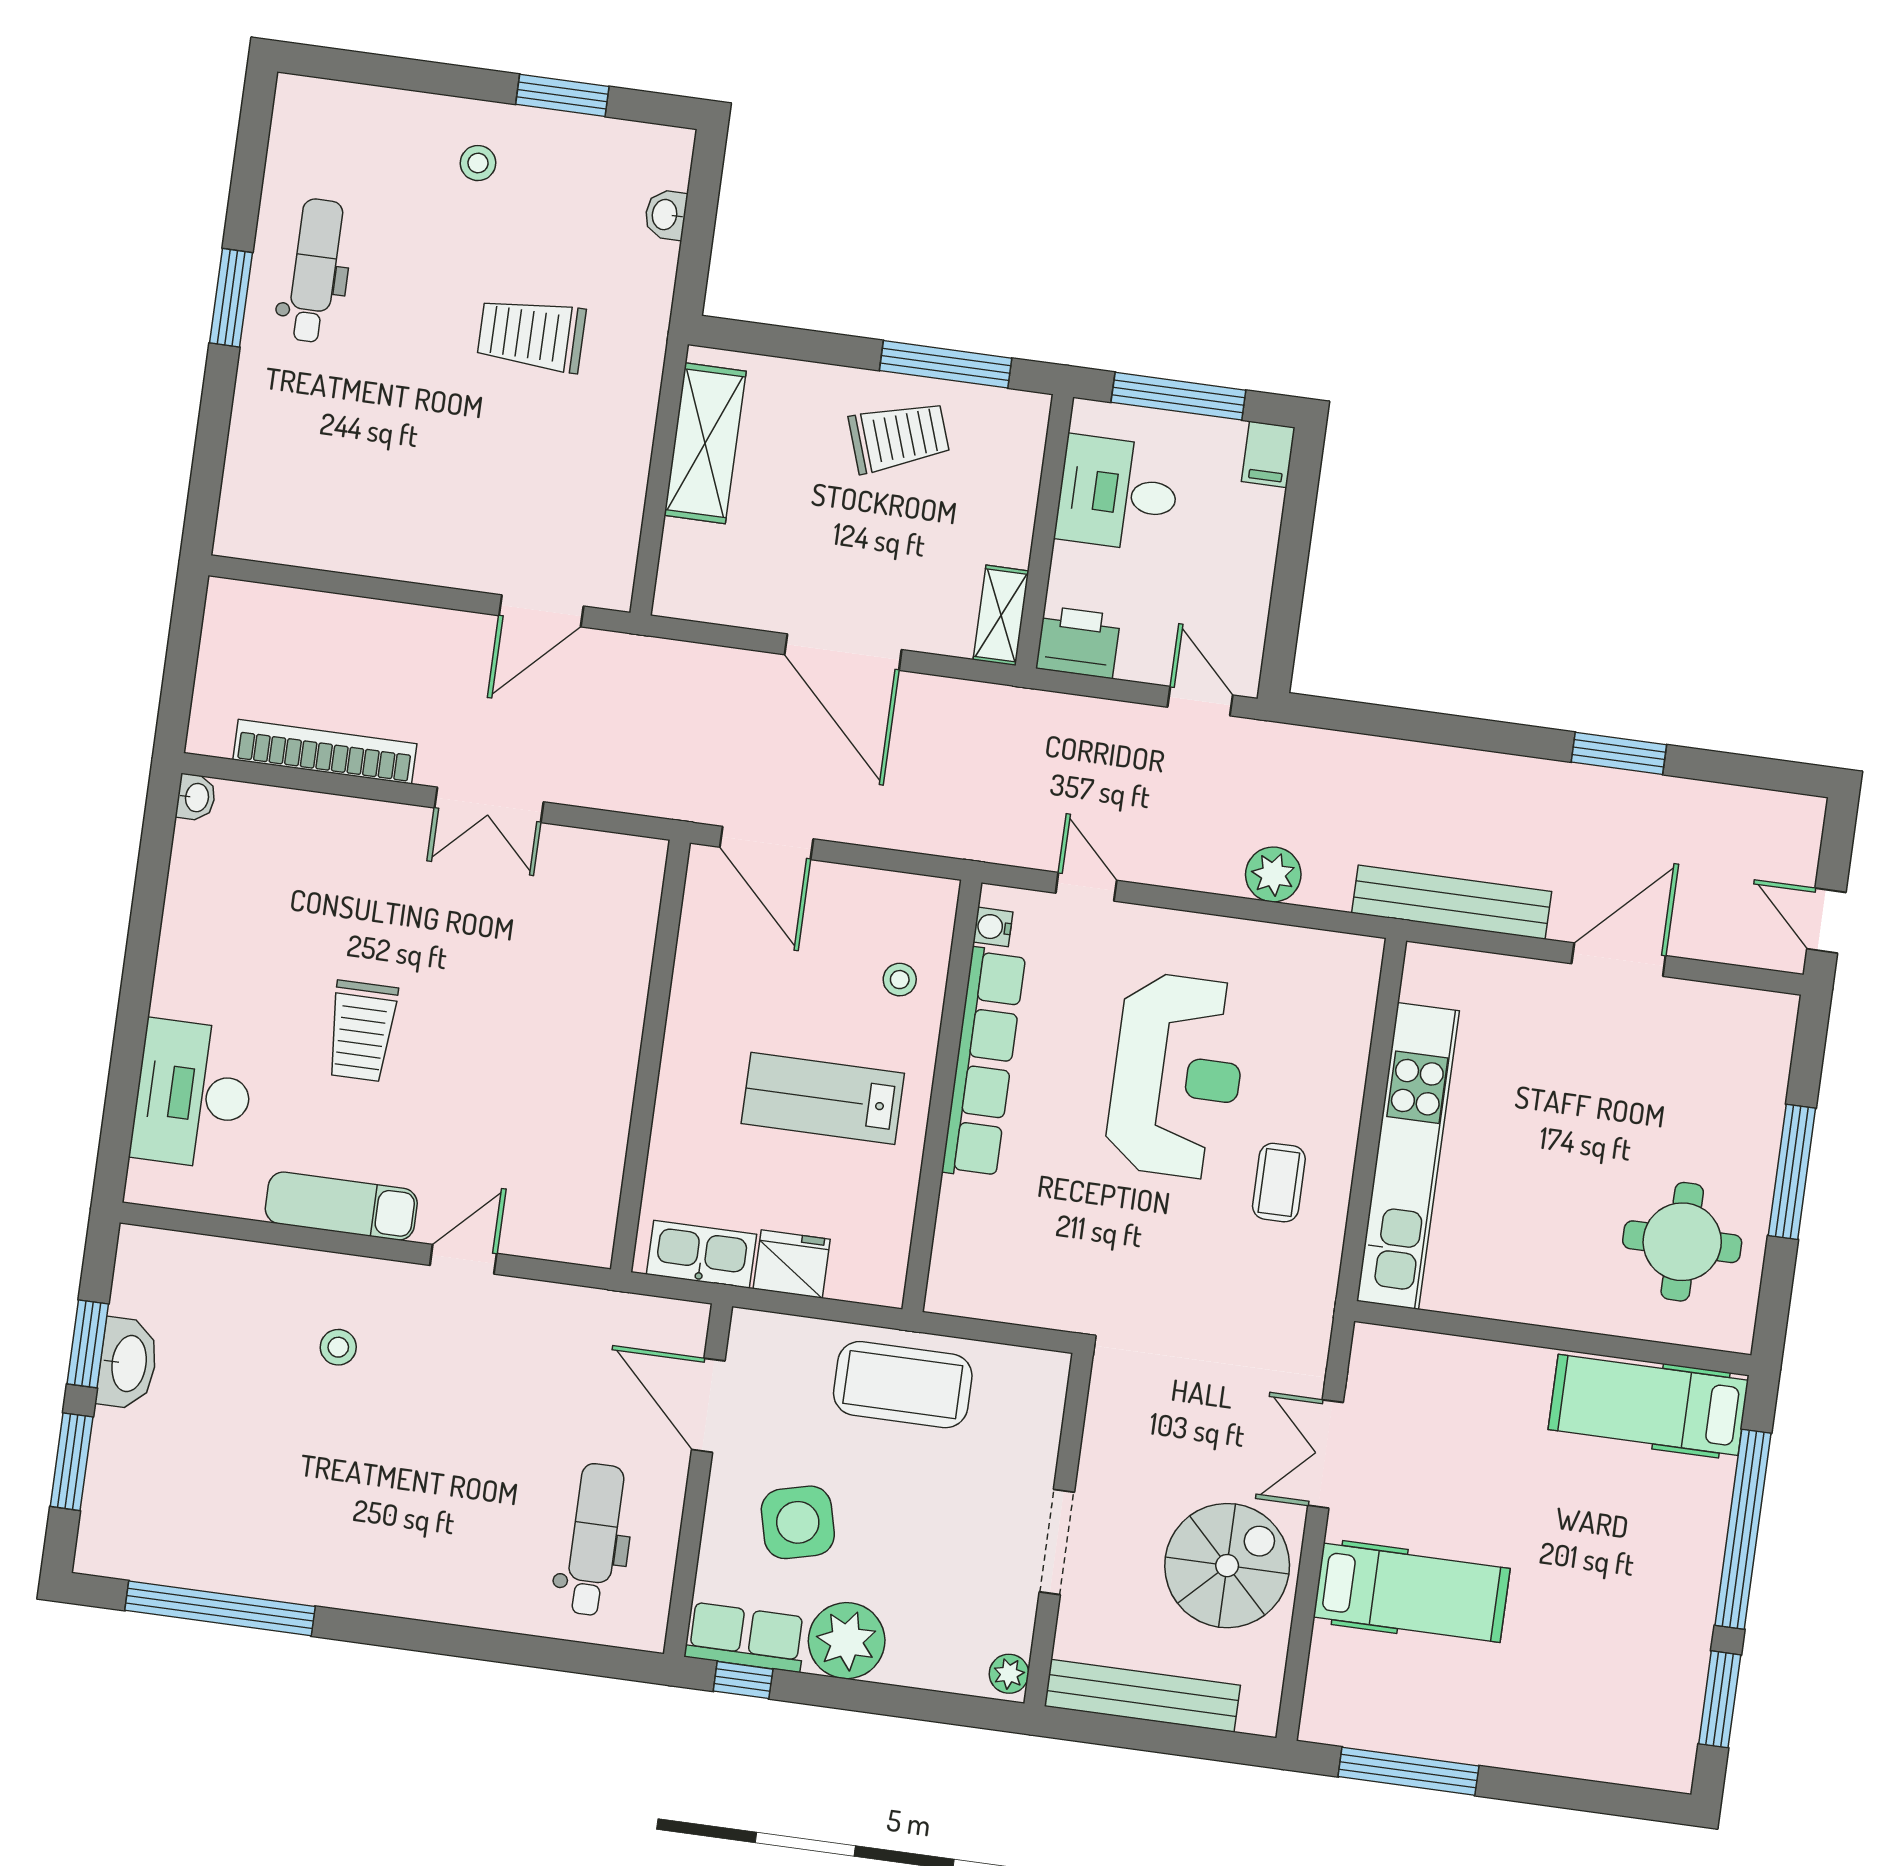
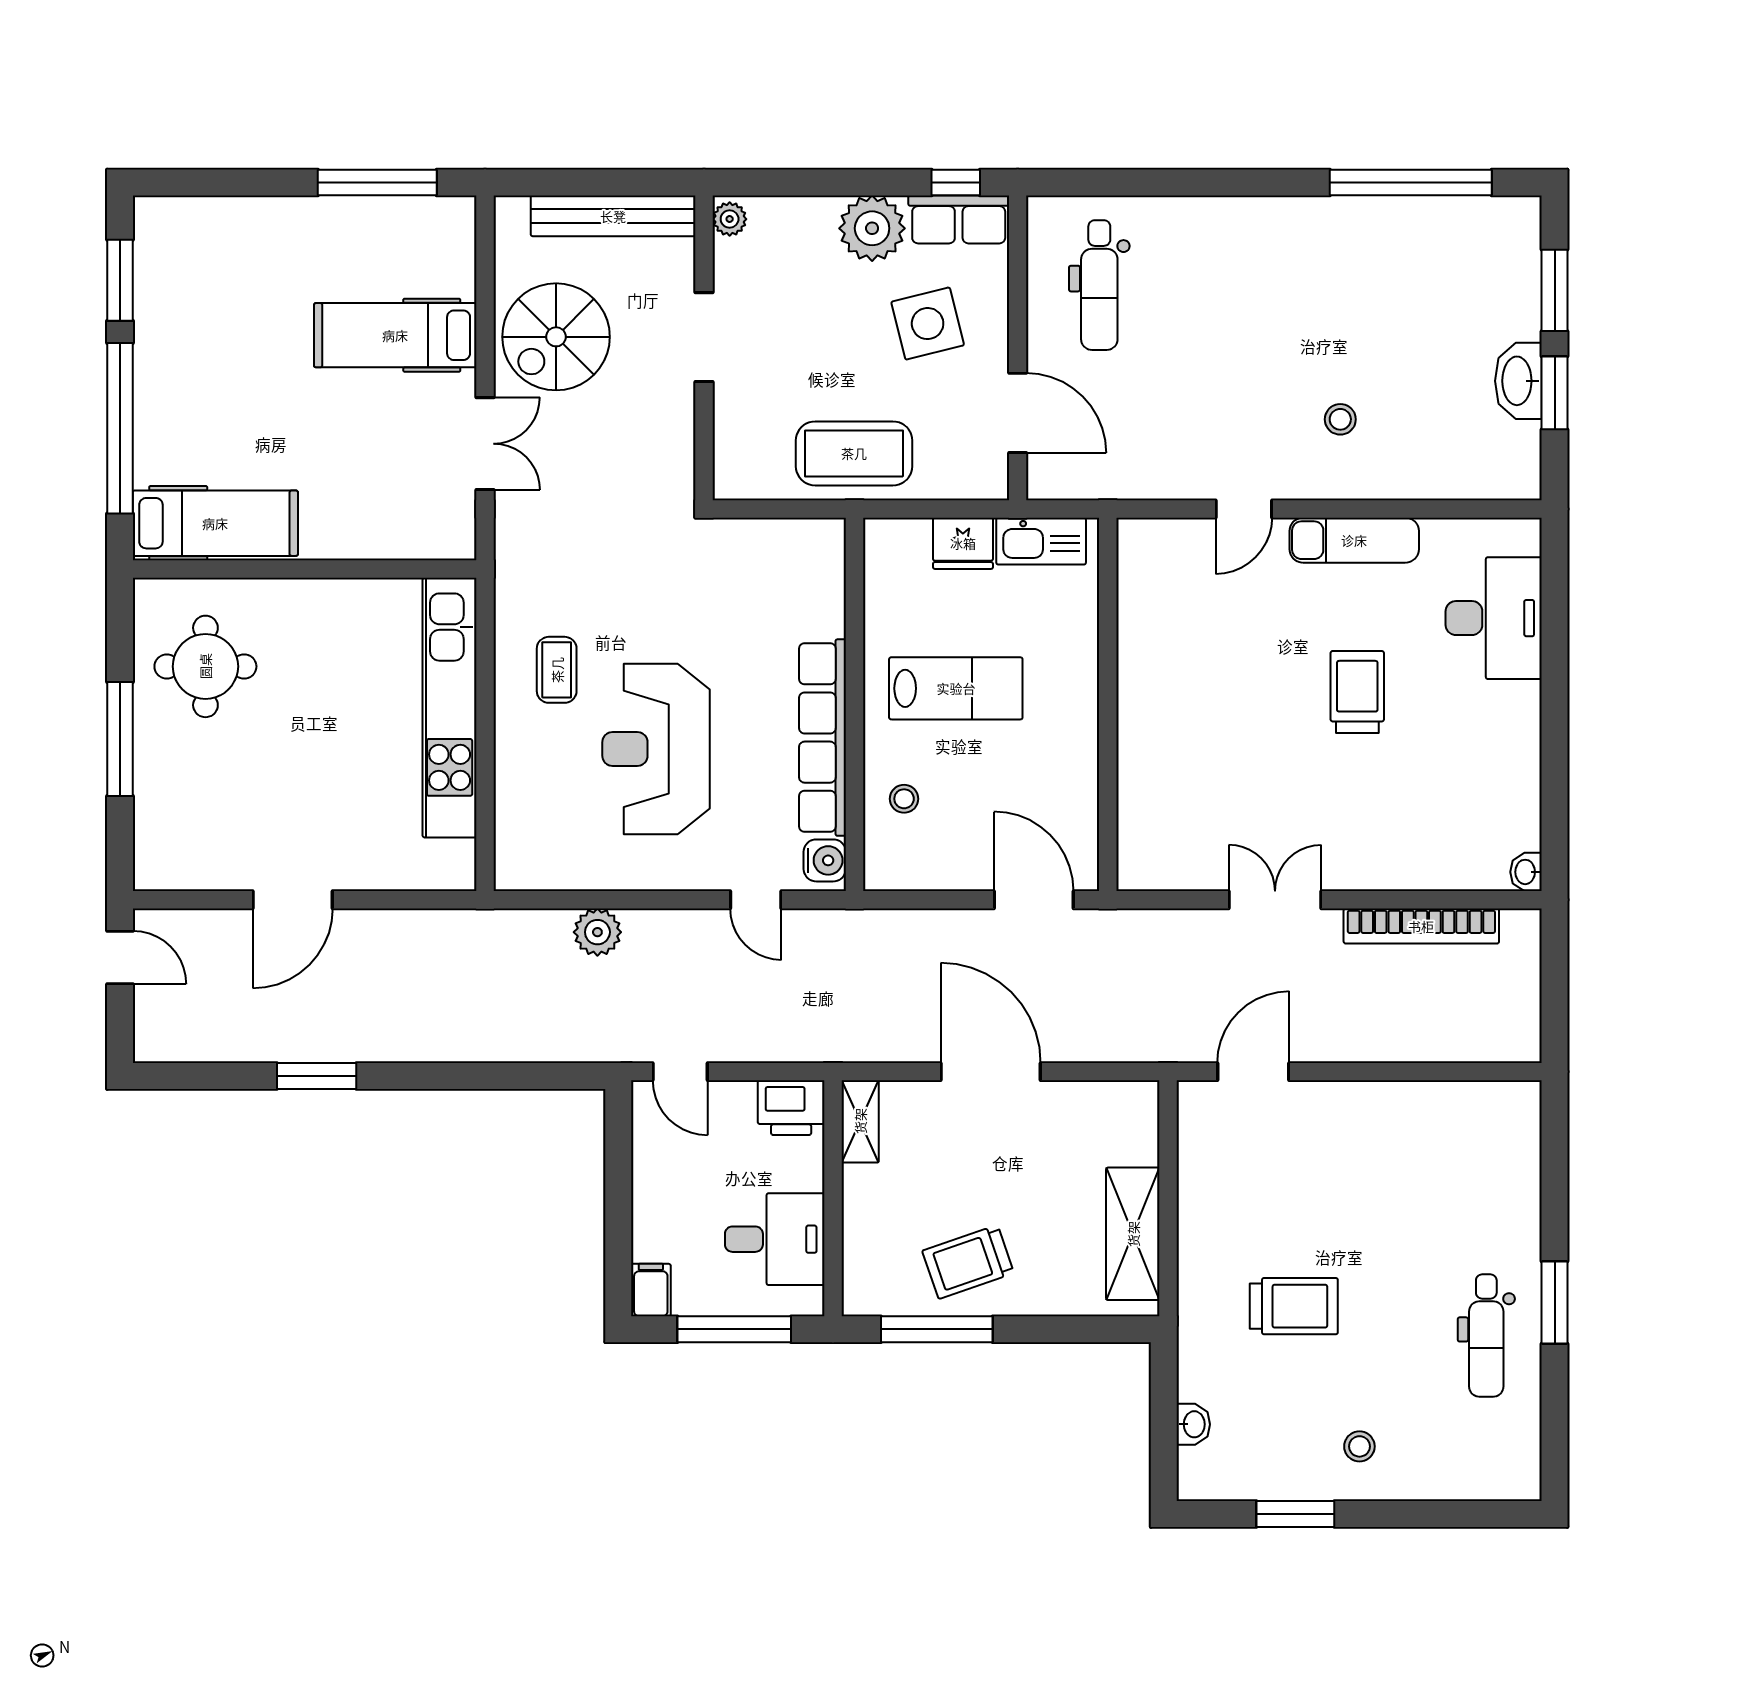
bench: (1452, 902) -> (442, 929), removed
water cooler: (993, 927) -> (825, 860), width x1.38, depth x1.38

